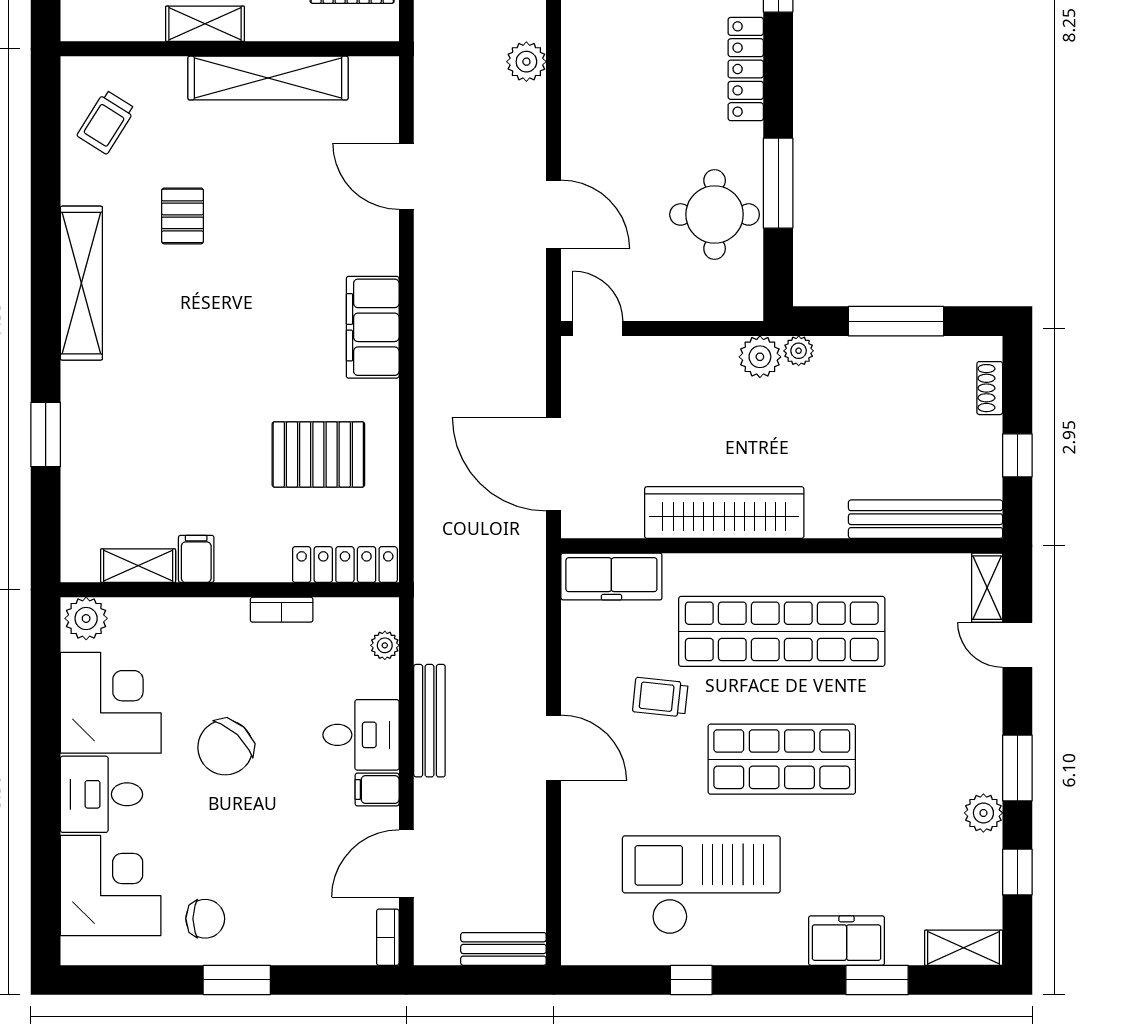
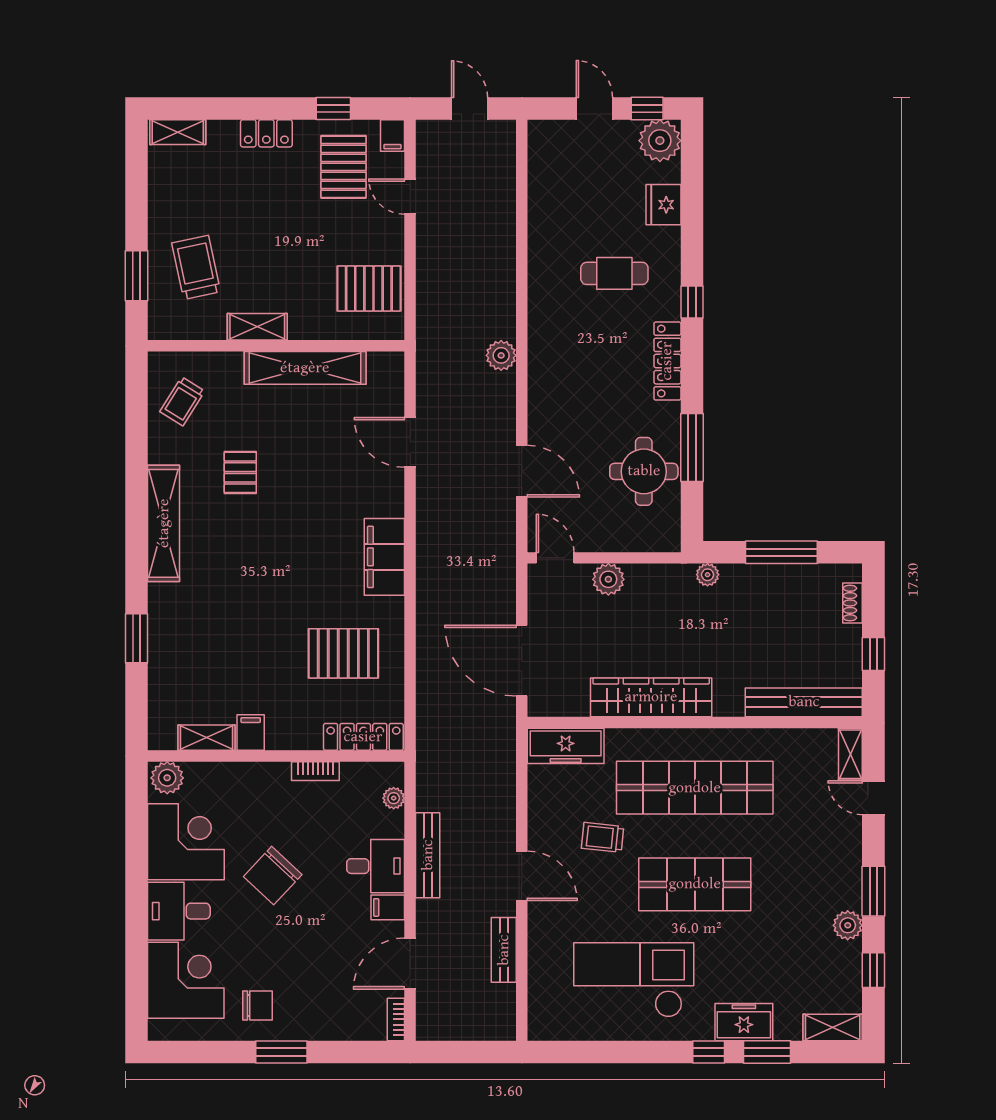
plant: (760, 357) -> (608, 579), moved
bench: (503, 949) -> (504, 950), moved, turned 90
window: (691, 980) -> (709, 1052), moved

